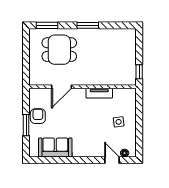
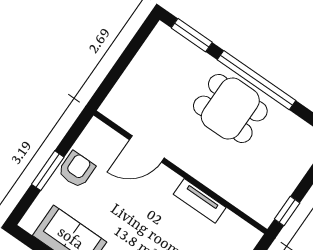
window: (88, 25) -> (257, 80), width x2.11
dining table: (59, 50) -> (230, 109), moved

